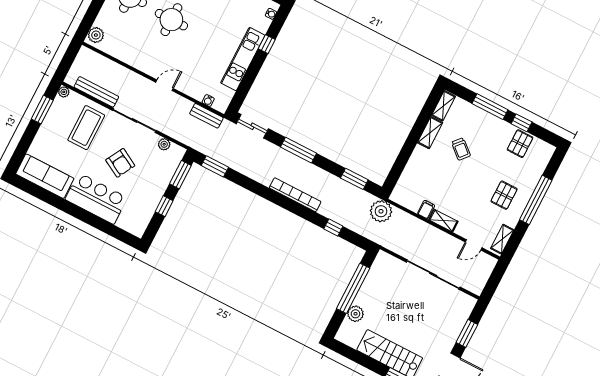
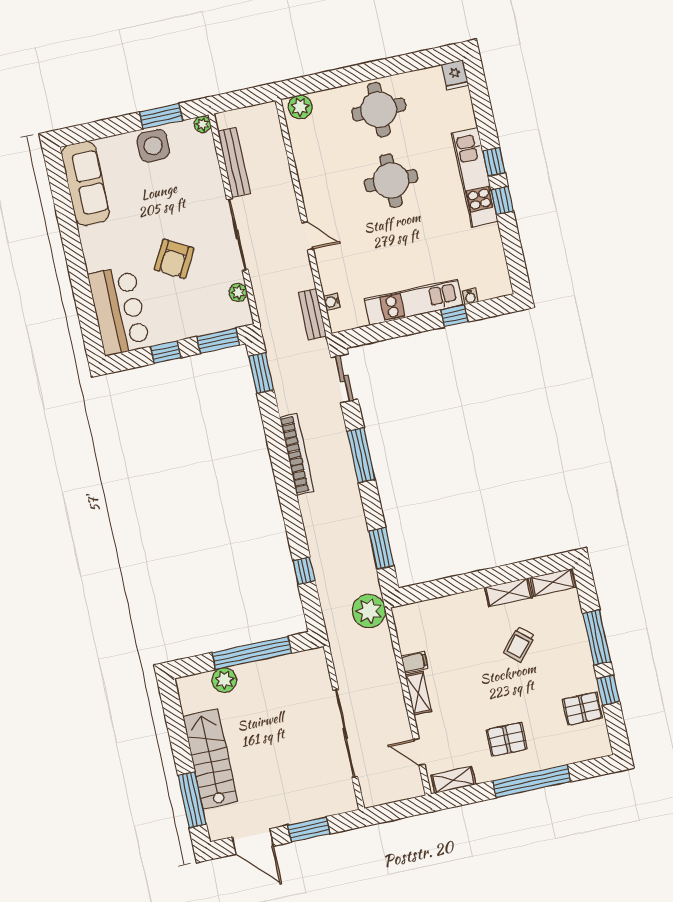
water cooler: (271, 14) -> (470, 297), moved
side table: (54, 126) -> (153, 146), added
coffee table: (86, 128) -> (182, 185), removed
bookcase: (295, 195) -> (297, 454), moved
bar counter: (96, 198) -> (119, 310), moved

